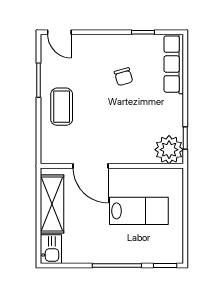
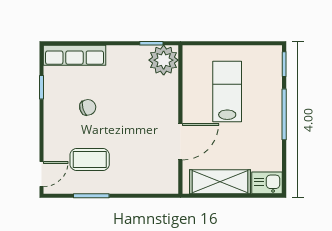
coffee table: (62, 107) -> (90, 160), moved

